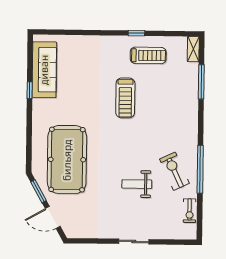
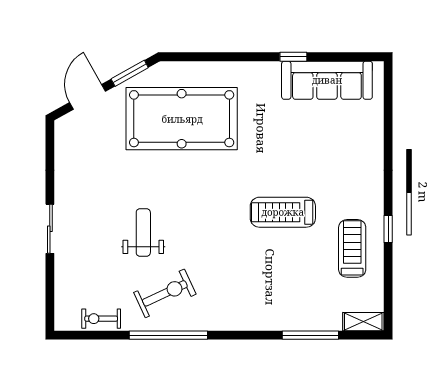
treadmill: (148, 55) -> (352, 248), turned 180

